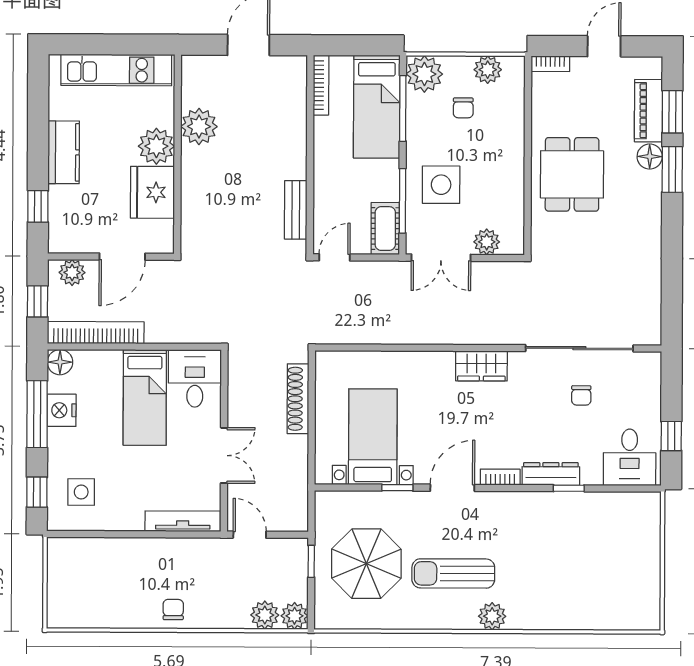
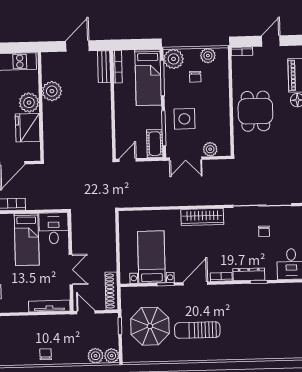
bench: (296, 210) -> (104, 67), moved
wardrobe: (481, 366) -> (202, 217), width x1.50
shoe rack: (298, 399) -> (111, 291), moved
plant: (492, 616) -> (219, 353), removed

